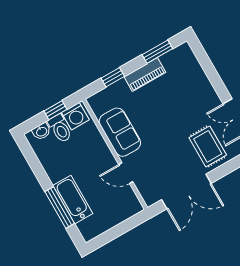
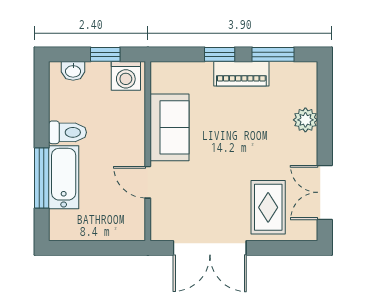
window: (113, 77) -> (220, 54), moved
plant: (200, 80) -> (305, 120), added
toilet: (60, 128) -> (68, 132), moved, turned -90

